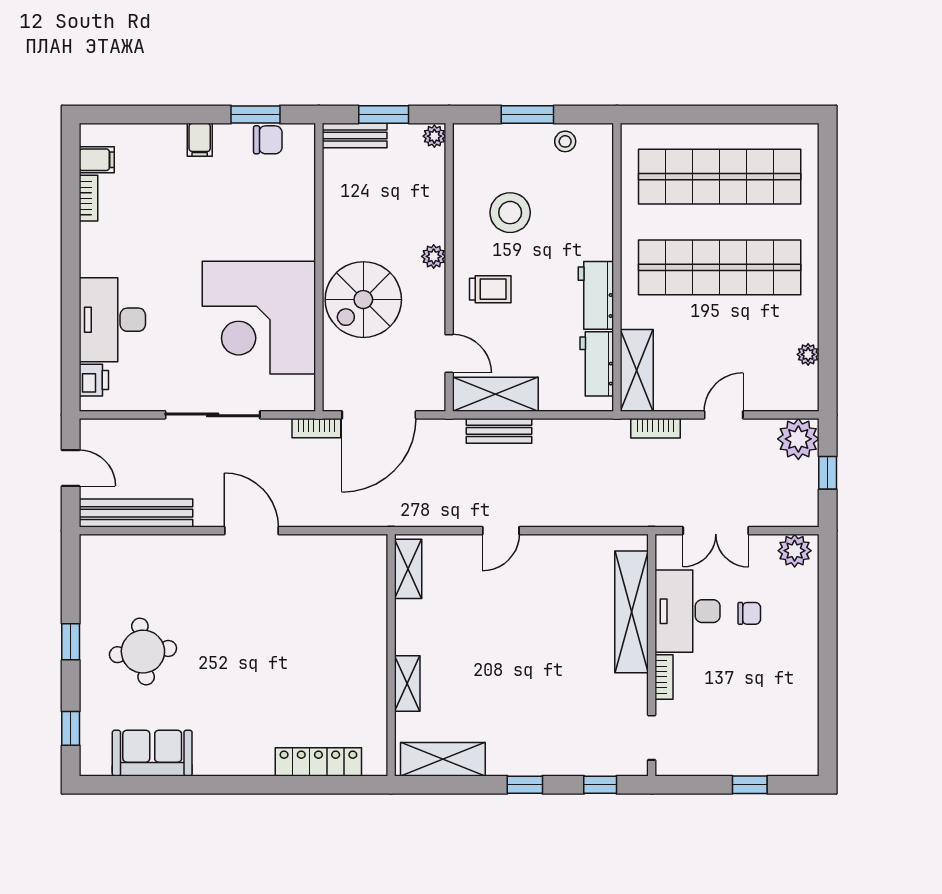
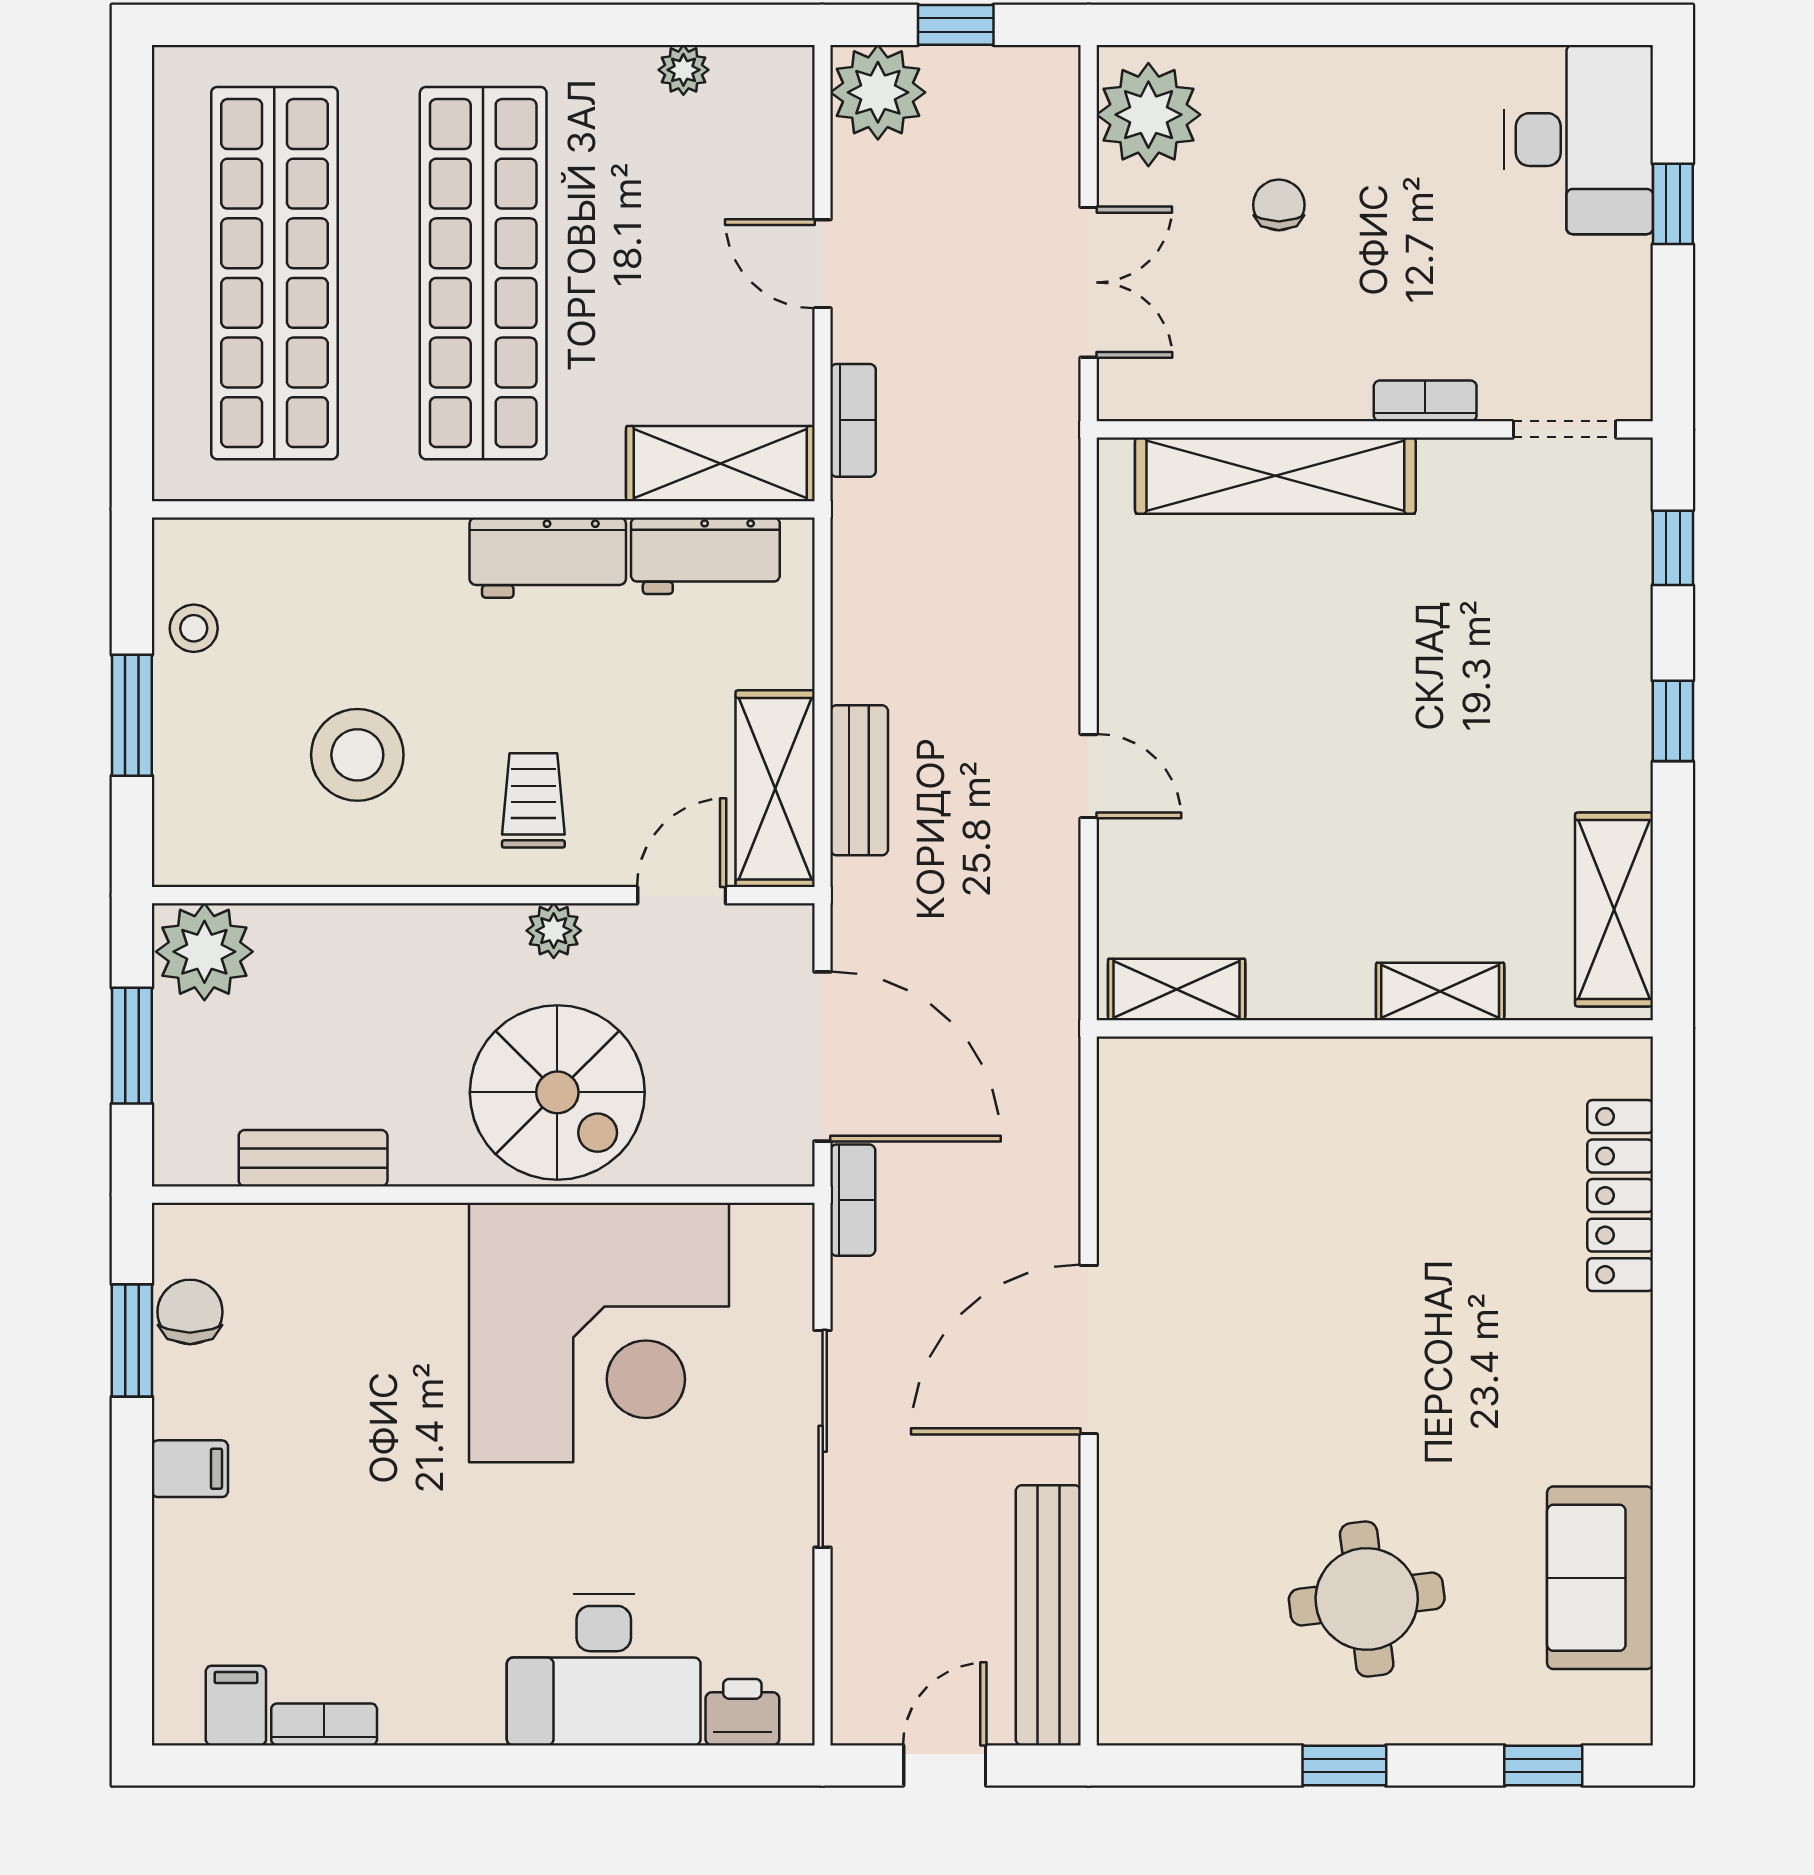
bench: (355, 136) -> (313, 1158), moved, turned 90
plant: (434, 136) -> (204, 952), width x1.87, depth x1.87
plant: (434, 256) -> (554, 931), moved
door: (251, 531) -> (1089, 1350), width x1.36
plant: (795, 551) -> (1148, 115), width x1.36, depth x1.36
desk: (687, 611) -> (1578, 140), moved, turned -90

